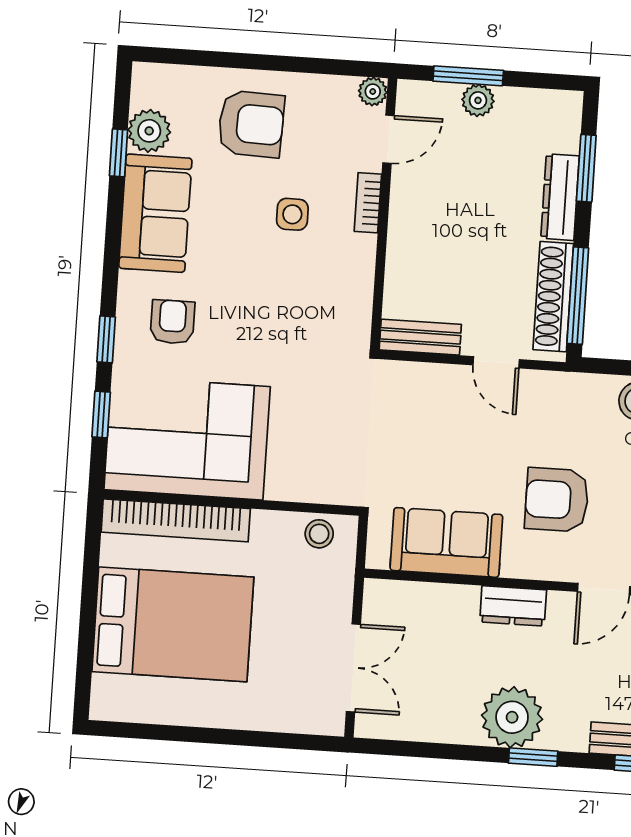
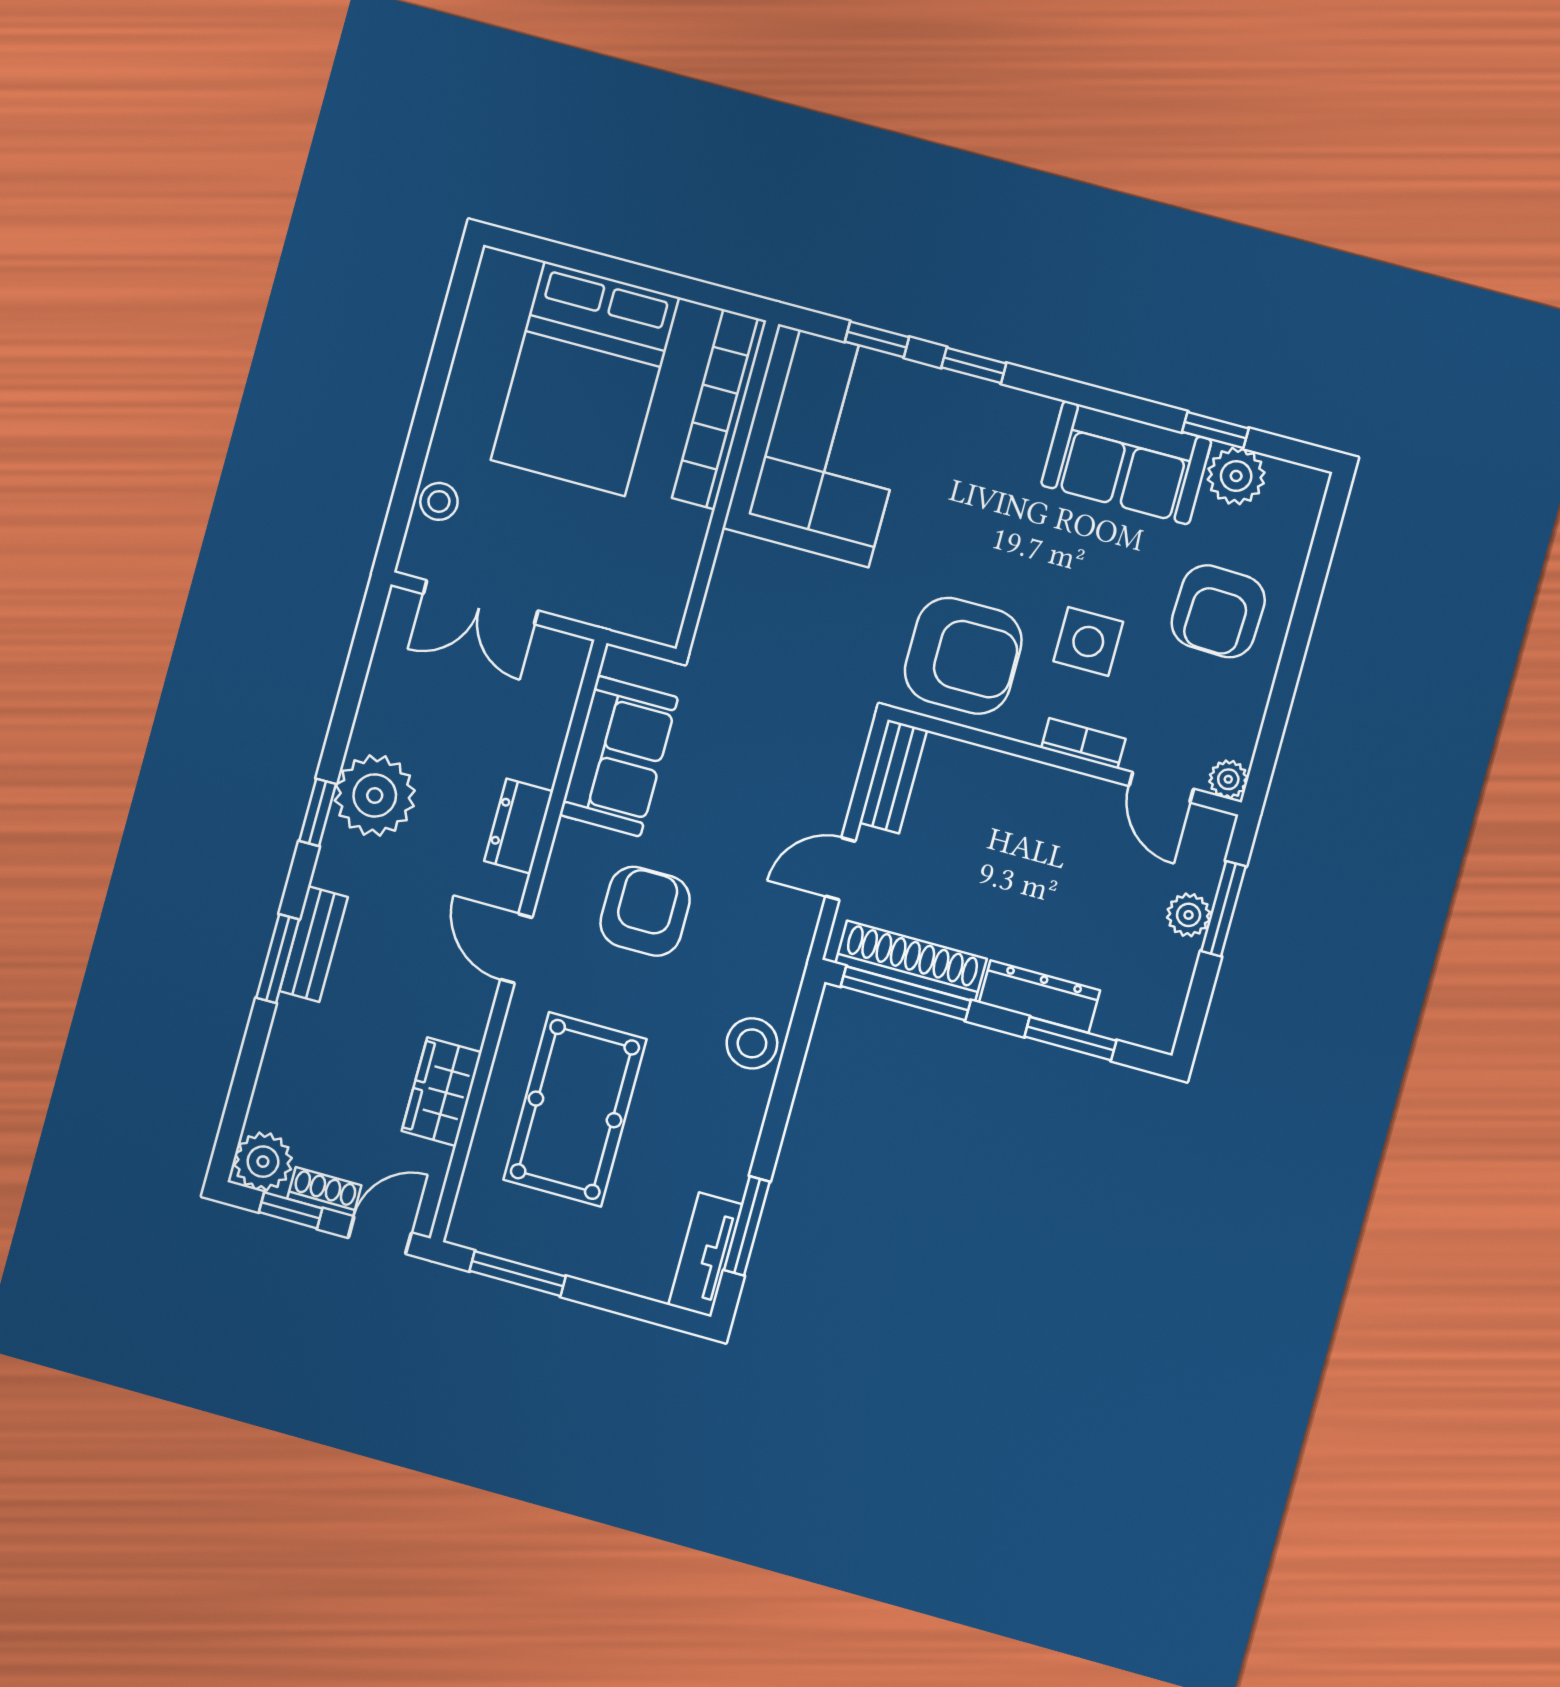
side table: (292, 214) -> (1088, 642), width x1.37, depth x1.37
armchair: (172, 322) -> (963, 656), moved, width x1.88, depth x1.88
stool: (319, 534) -> (439, 501), moved

